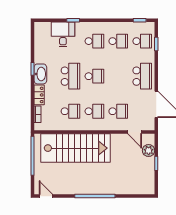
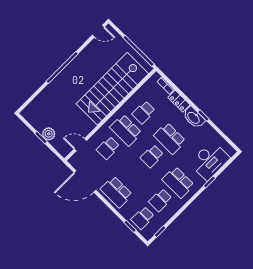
desk: (63, 34) -> (210, 161), width x1.37
school desk: (94, 41) -> (178, 182), width x1.85
school desk: (94, 111) -> (126, 130), width x1.85
plant: (149, 151) -> (49, 134), moved

